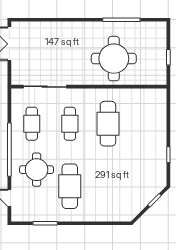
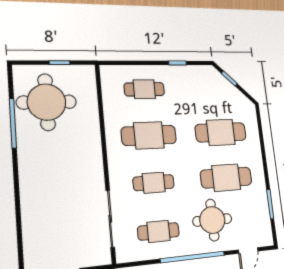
round table: (114, 59) -> (47, 102), moved
cafe table: (146, 124) -> (144, 89), added
cafe table: (108, 186) -> (221, 132), added

